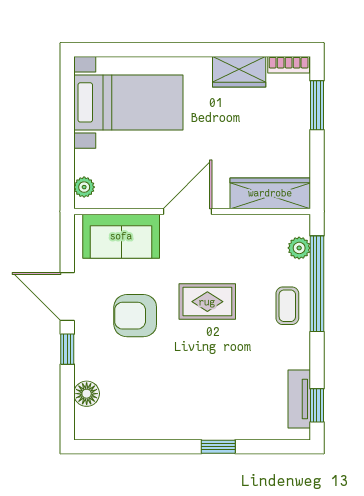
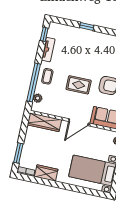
tv unit: (299, 399) -> (48, 50), moved

